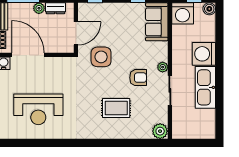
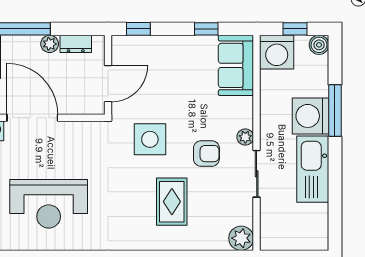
window: (219, 50) -> (335, 111), added
side table: (101, 57) -> (150, 139), moved
rug: (116, 108) -> (172, 202), turned 90

